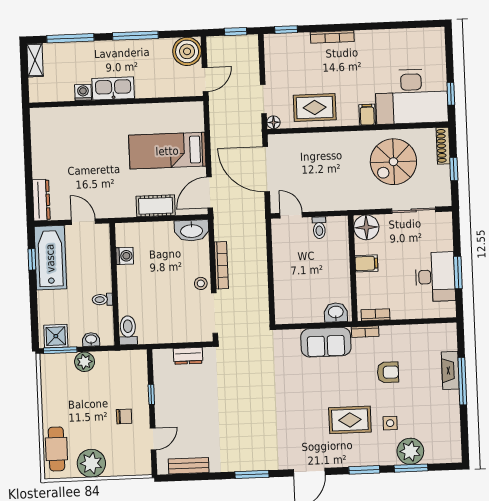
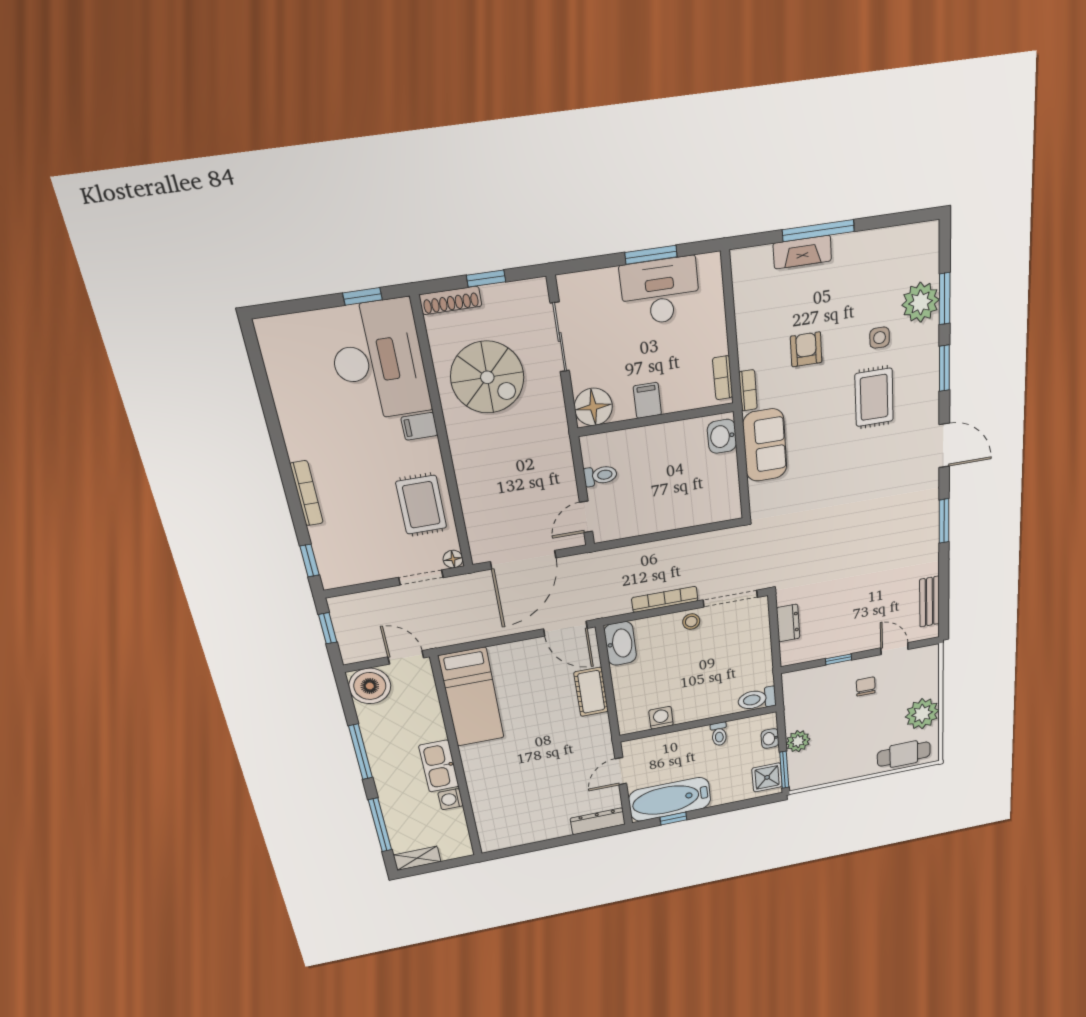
bed: (167, 151) -> (471, 697), moved

